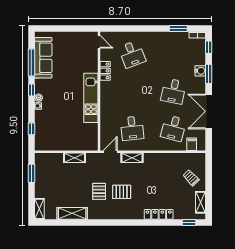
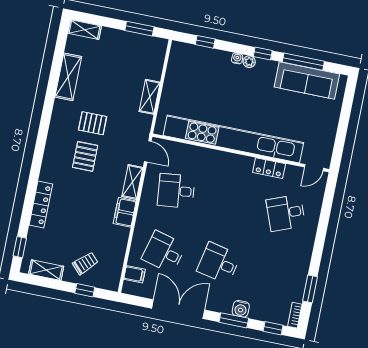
kitchen unit: (91, 98) -> (233, 139), width x1.86
filing cabinet: (153, 159) -> (125, 212), added
window: (209, 175) -> (85, 290), added

